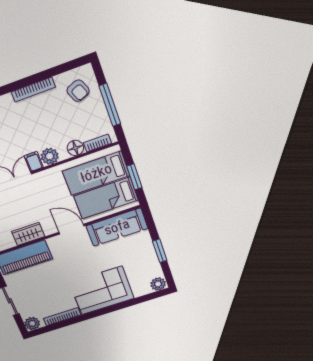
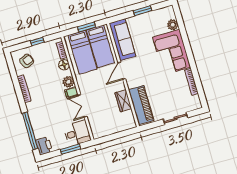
window: (110, 105) -> (37, 41), width x0.46
plant: (158, 284) -> (173, 25), moved
plant: (32, 323) -> (196, 104), removed

